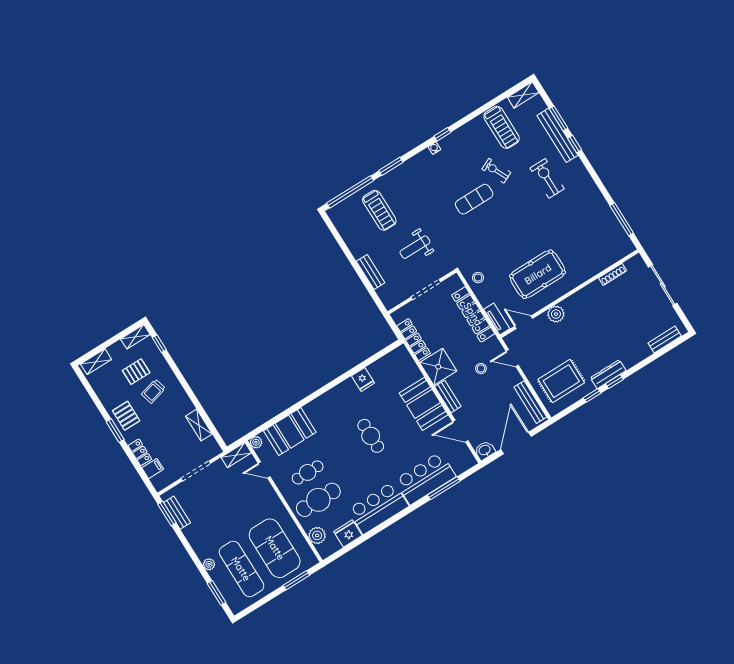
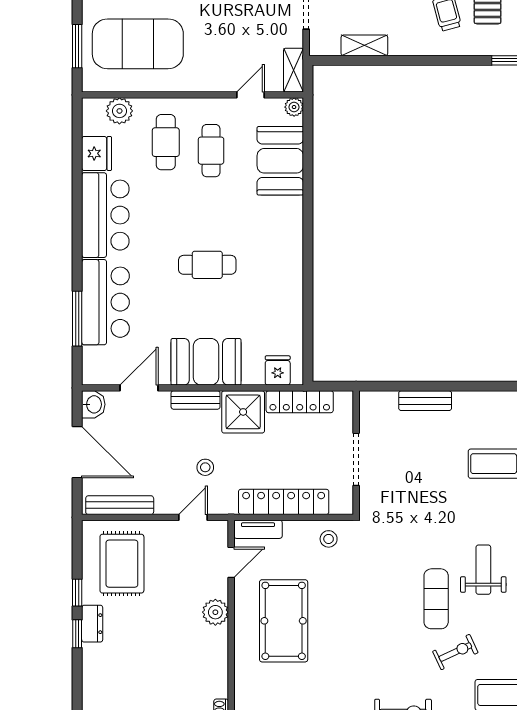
weight bench: (415, 247) -> (483, 570), moved
dresser: (608, 374) -> (92, 624), width x0.70
fridge: (363, 379) -> (278, 370), moved, turned 90
cafe table: (318, 500) -> (166, 142), width x0.73, depth x0.74

